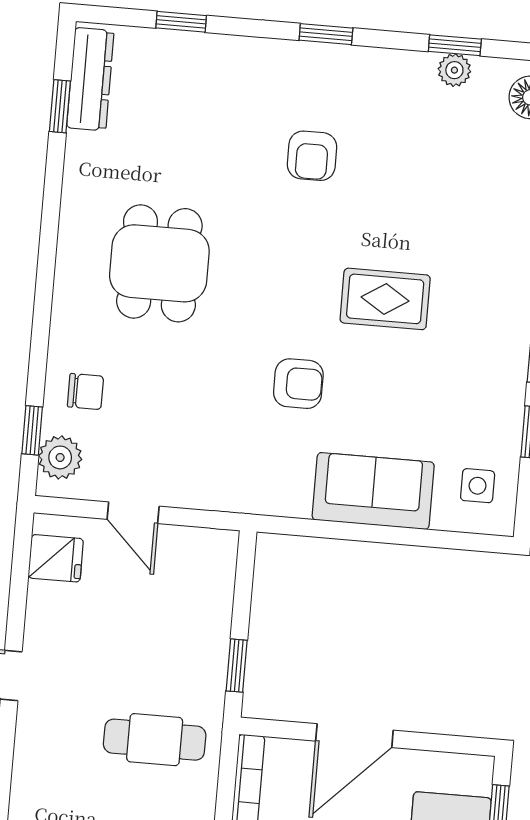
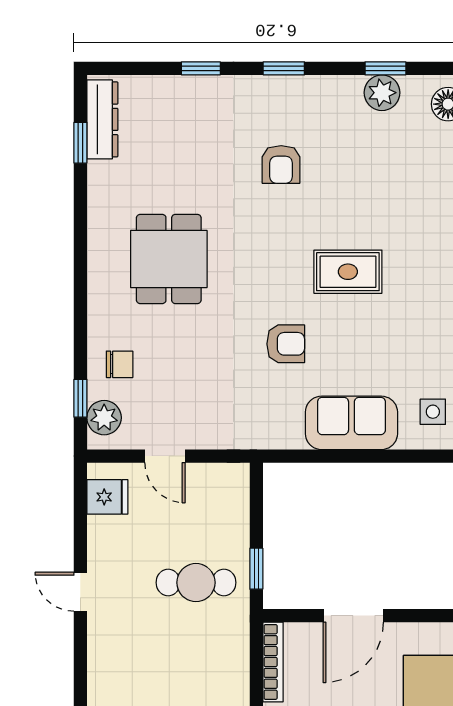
window: (181, 22) -> (201, 68), moved
plant: (454, 70) -> (382, 93), width x1.38, depth x1.38
cafe table: (155, 740) -> (196, 583), moved

